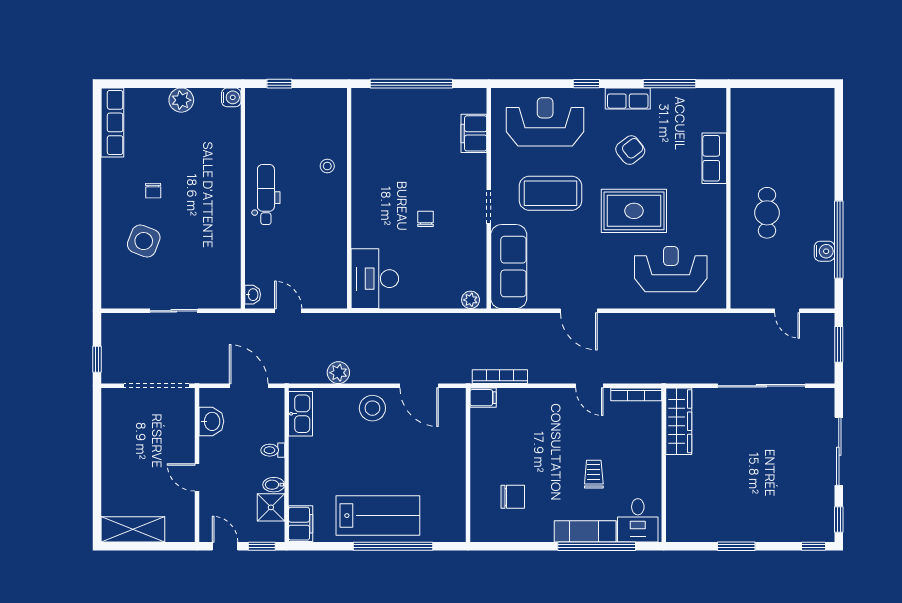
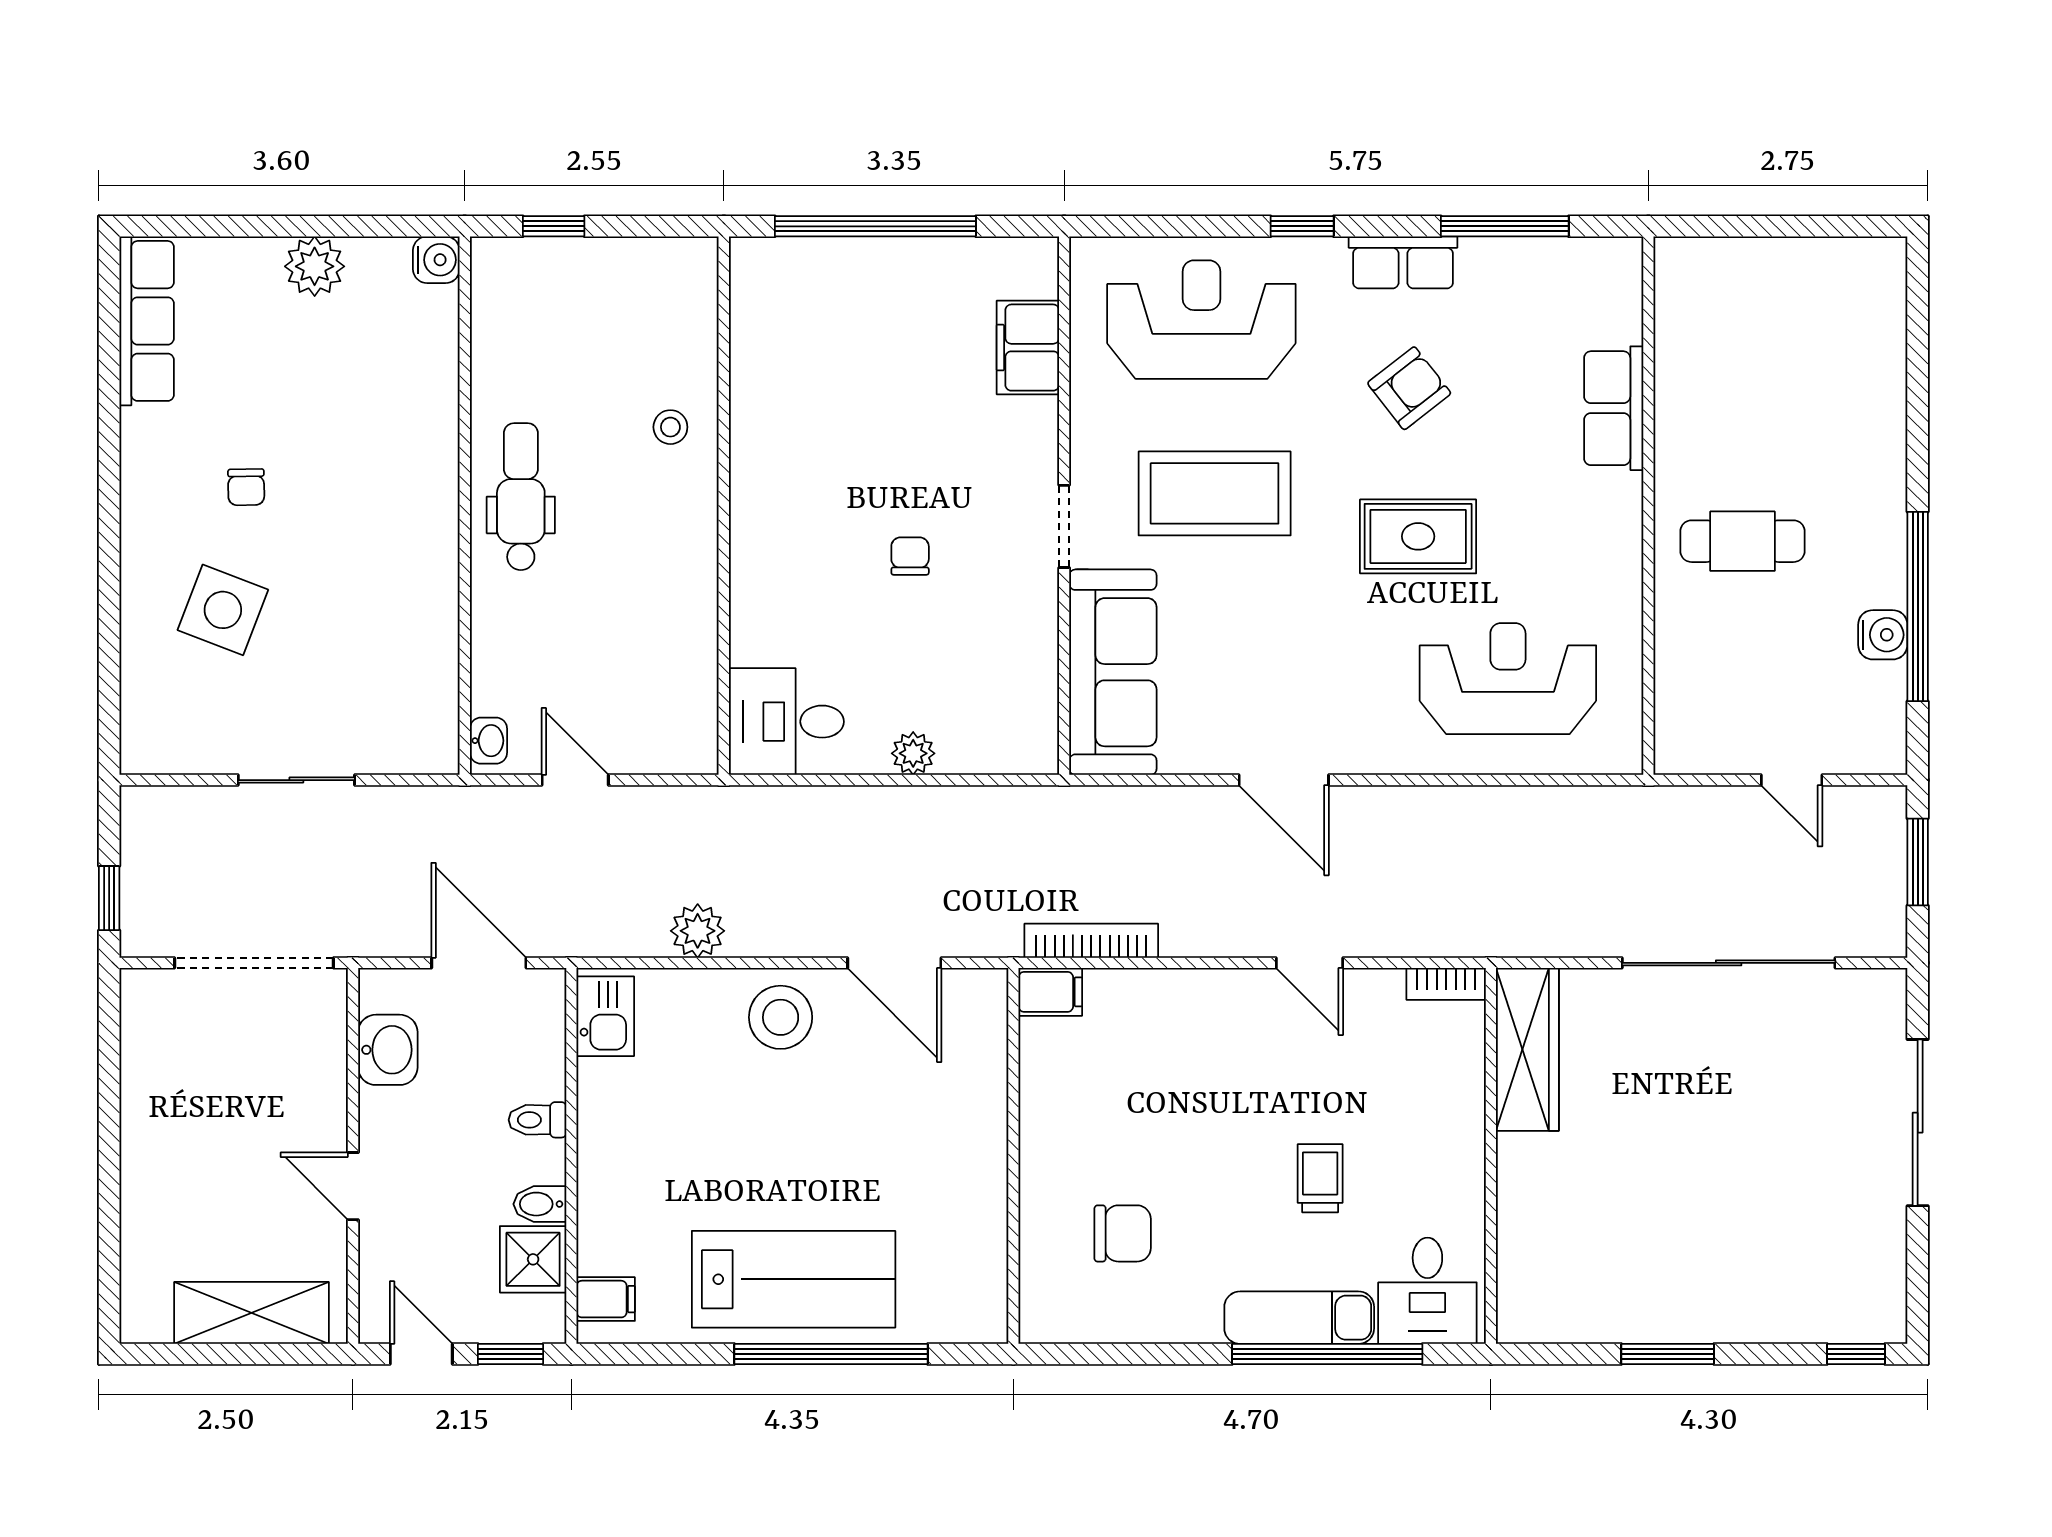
rug: (634, 211) -> (1418, 536), width x0.73, depth x0.70
cafe table: (767, 213) -> (1743, 541), turned 90
desk: (375, 279) -> (786, 722), width x0.73
plant: (471, 300) -> (913, 753), moved
bookcase: (636, 394) -> (1446, 984), width x0.64
kitchen sink: (301, 414) -> (605, 1016), width x0.73
window: (839, 519) -> (1918, 1289), removed
filing cabinet: (301, 524) -> (606, 1299), width x0.50
shelving: (133, 529) -> (251, 1313), moved

